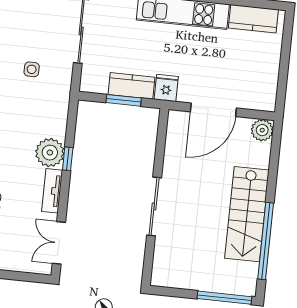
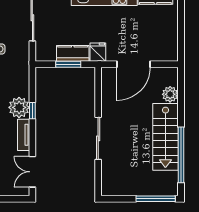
plant: (262, 130) -> (170, 94), moved

